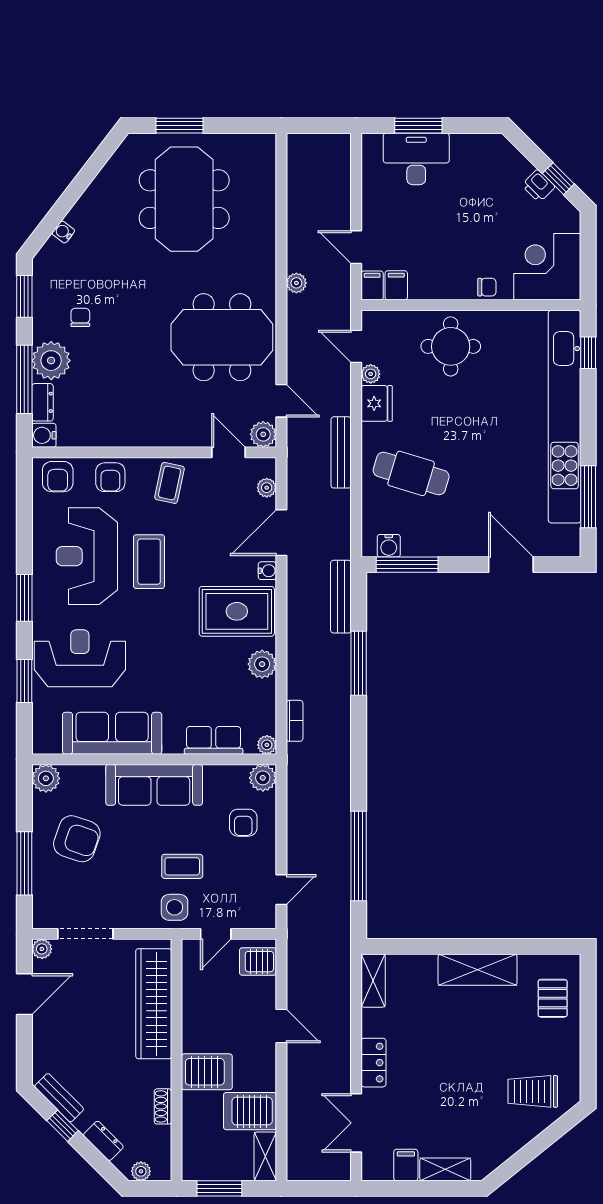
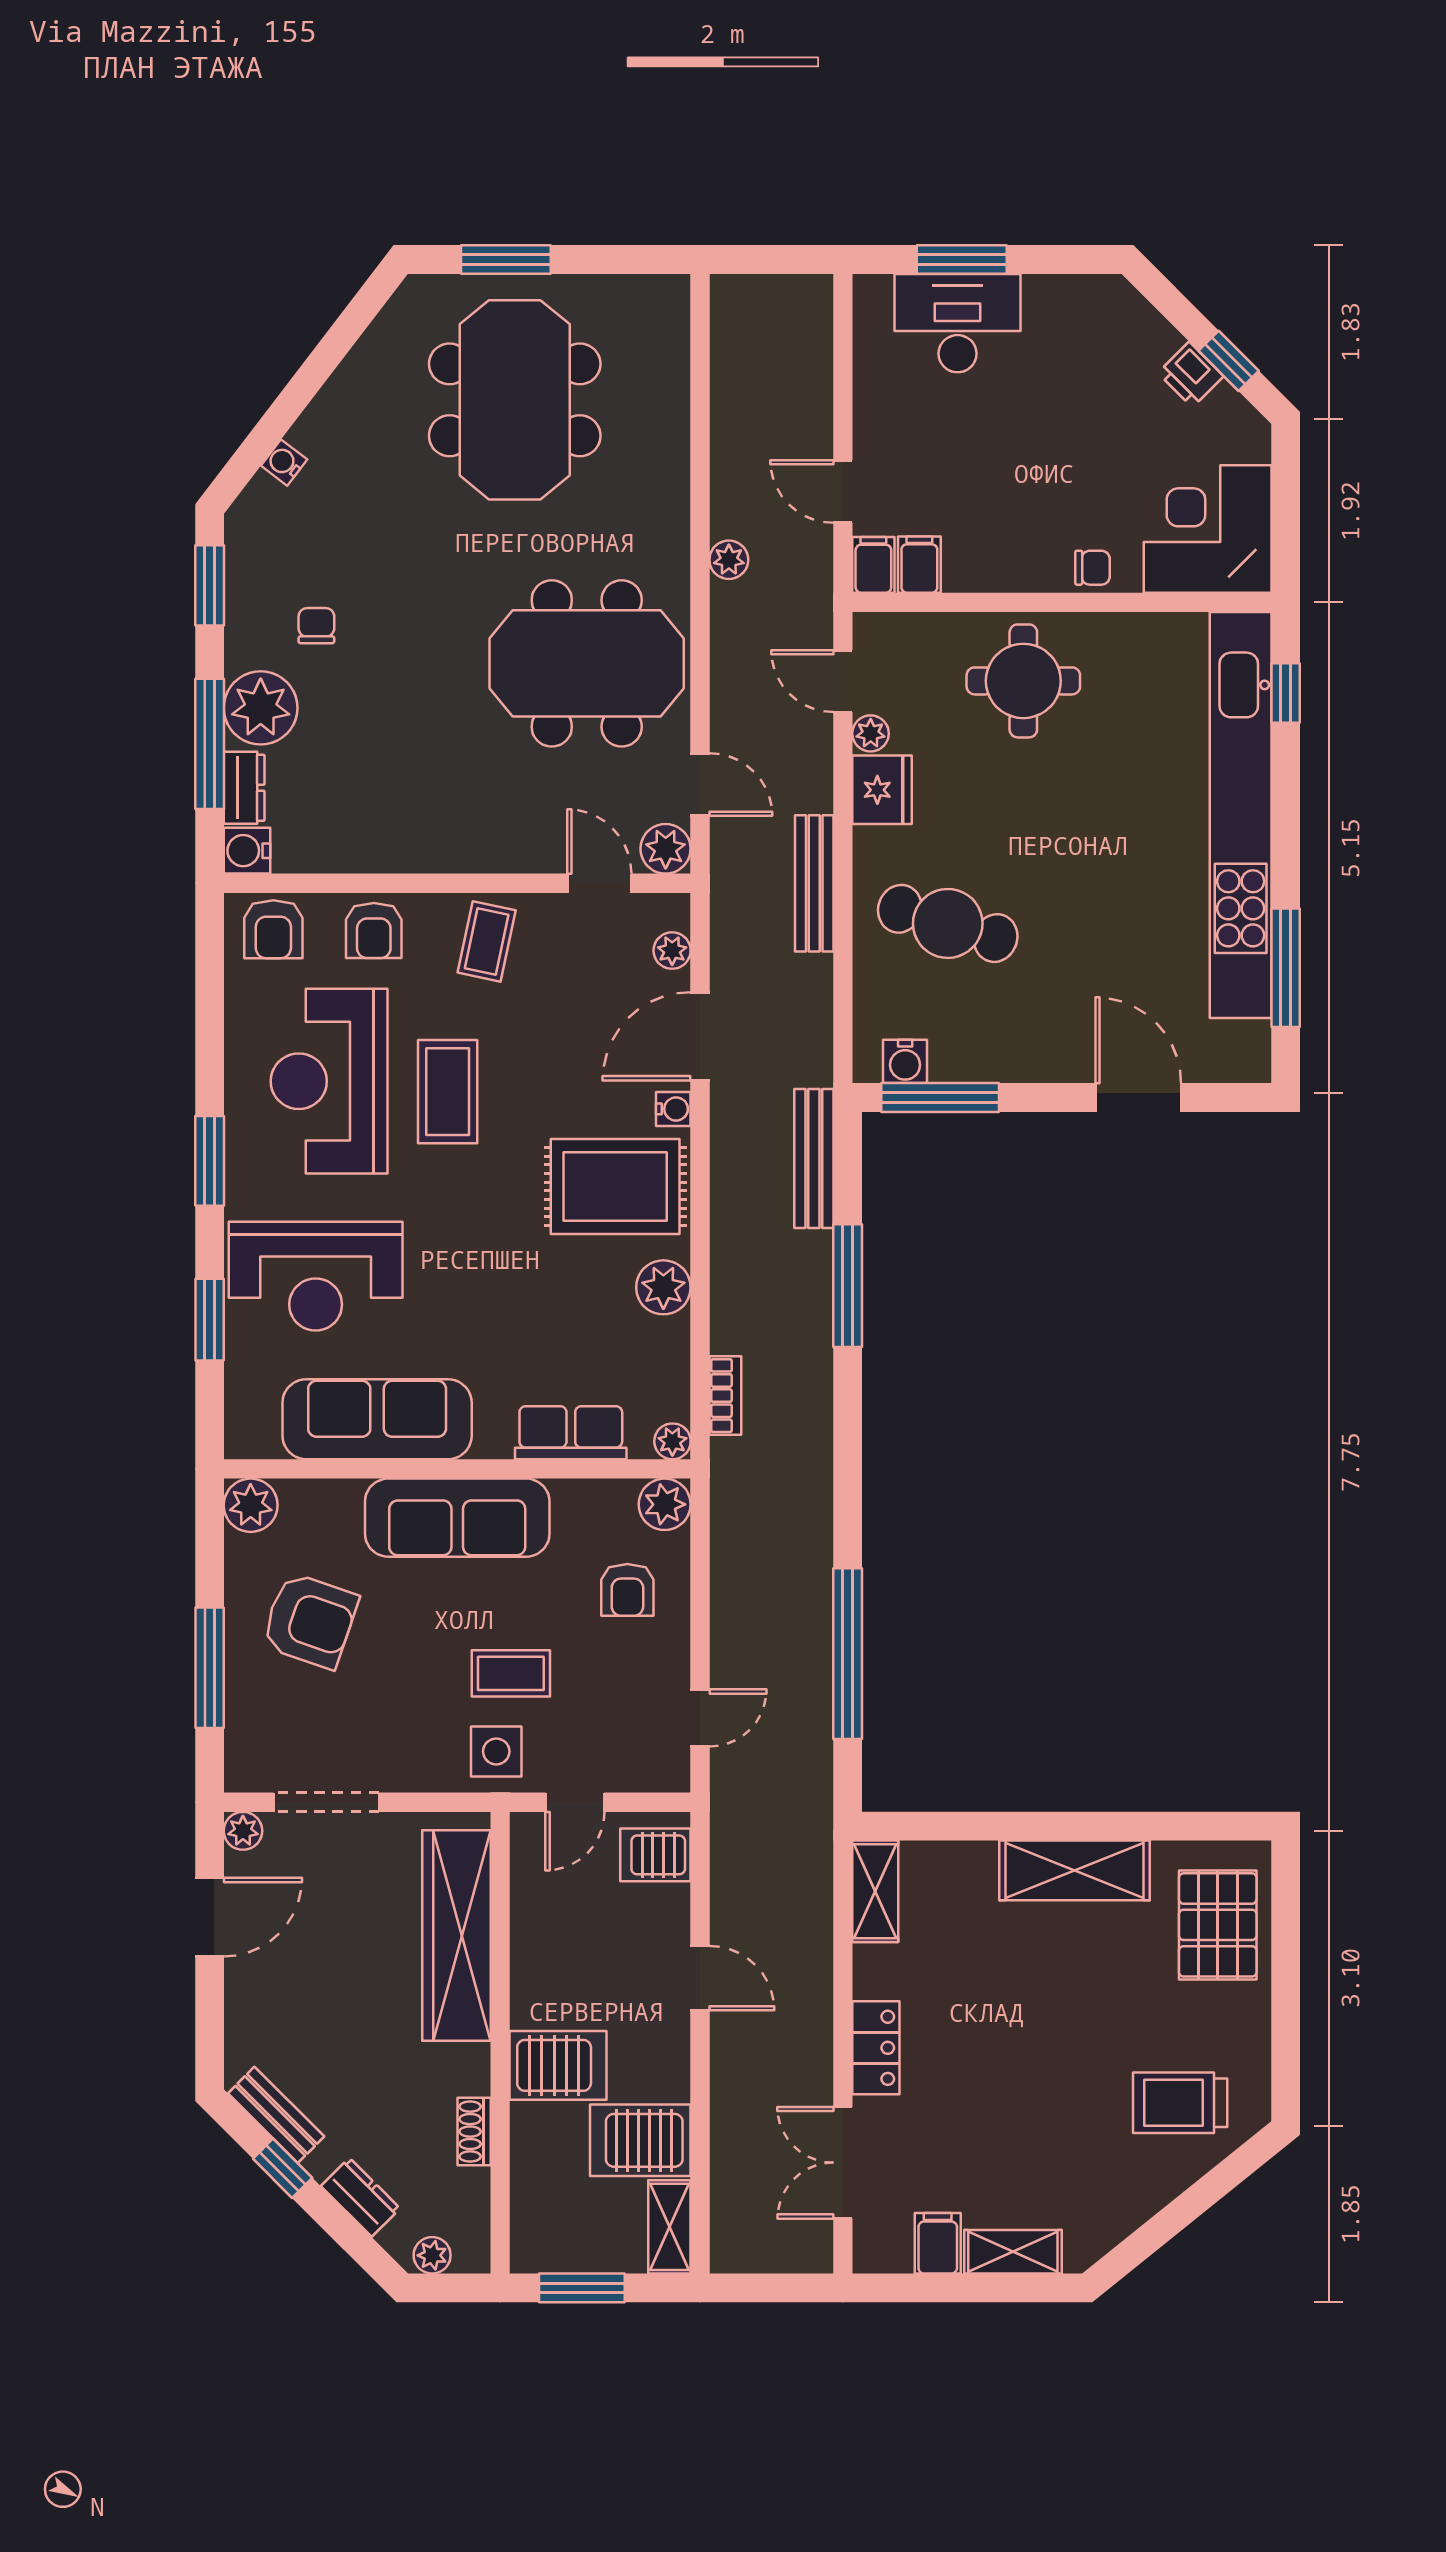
reception desk: (80, 658) -> (316, 1276), turned 180
pallet: (553, 998) -> (1218, 1925), width x1.50, depth x1.42

